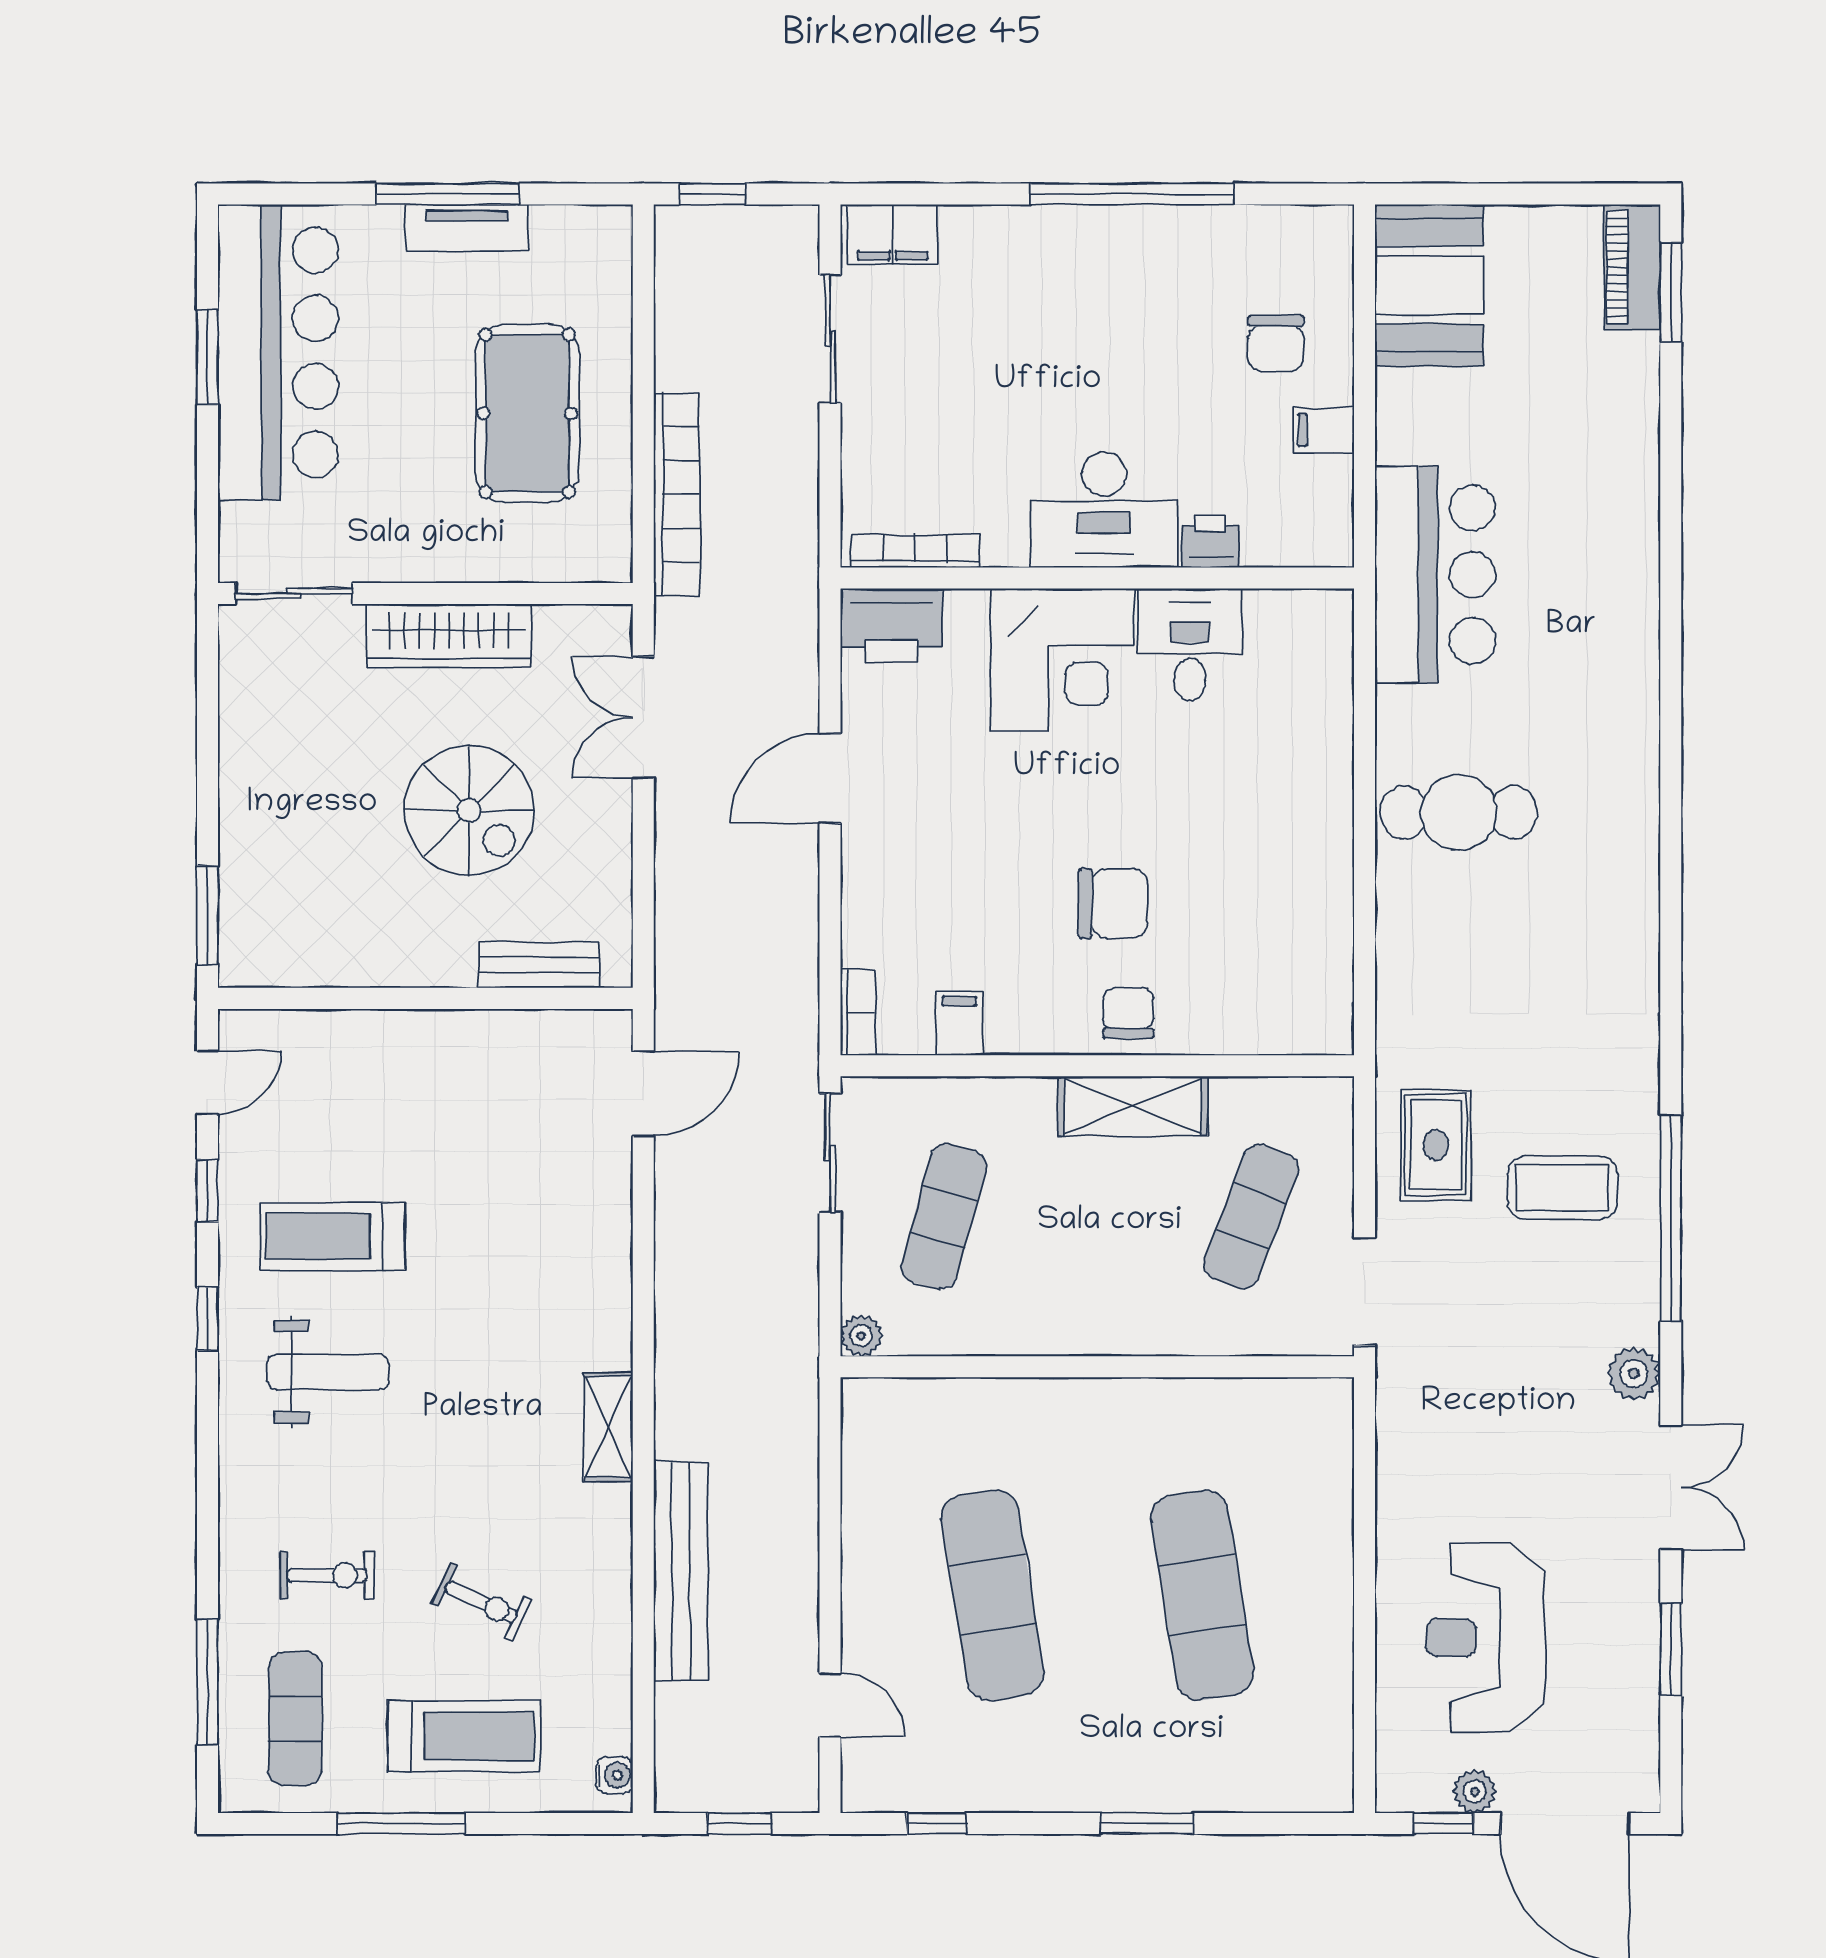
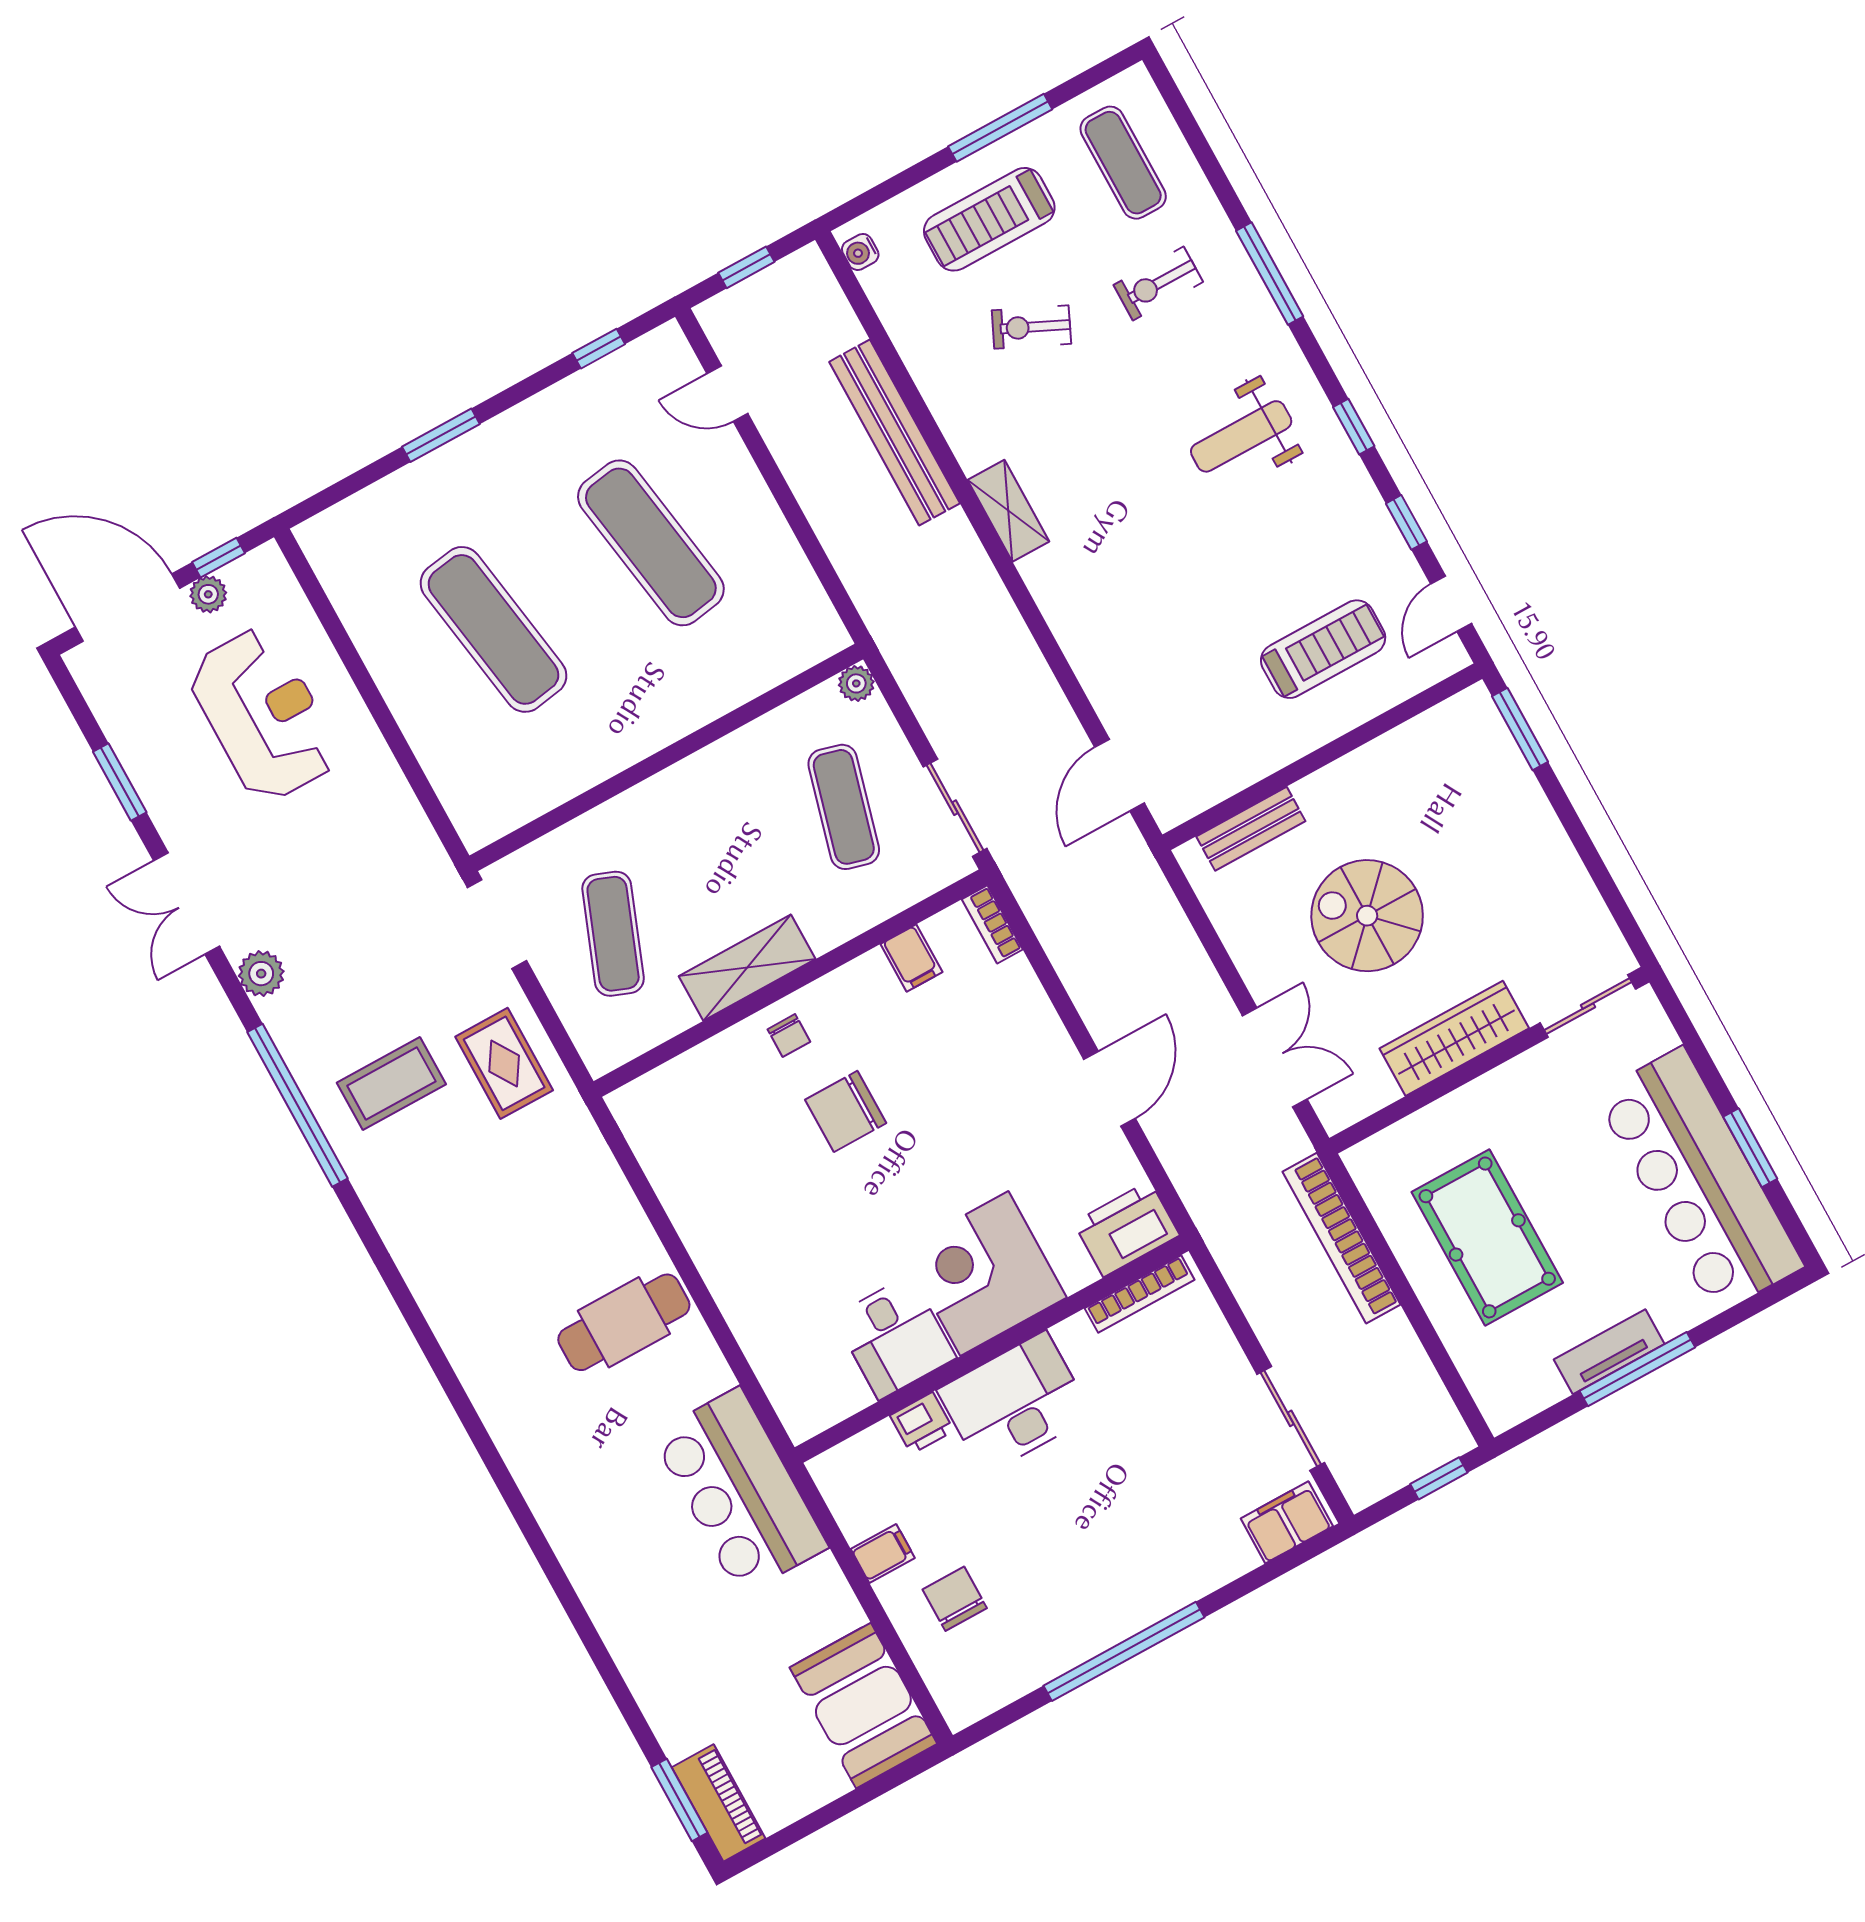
chair: (1128, 1013) -> (789, 1036), width x0.73, depth x0.73
treadmill: (333, 1236) -> (1323, 649), moved
window: (207, 1682) -> (1270, 274), moved

